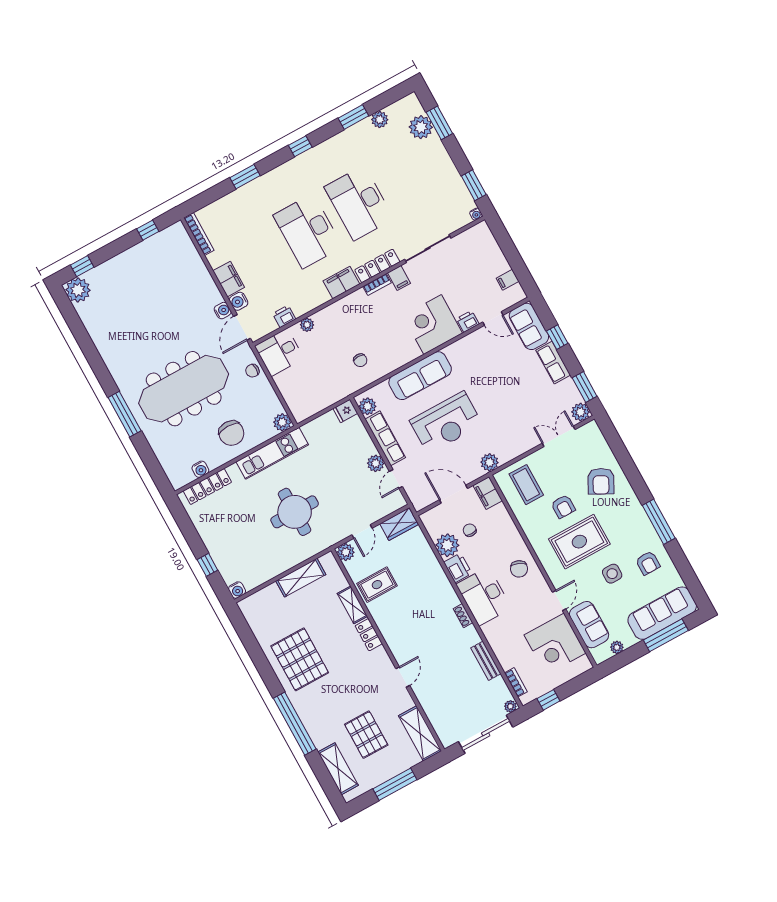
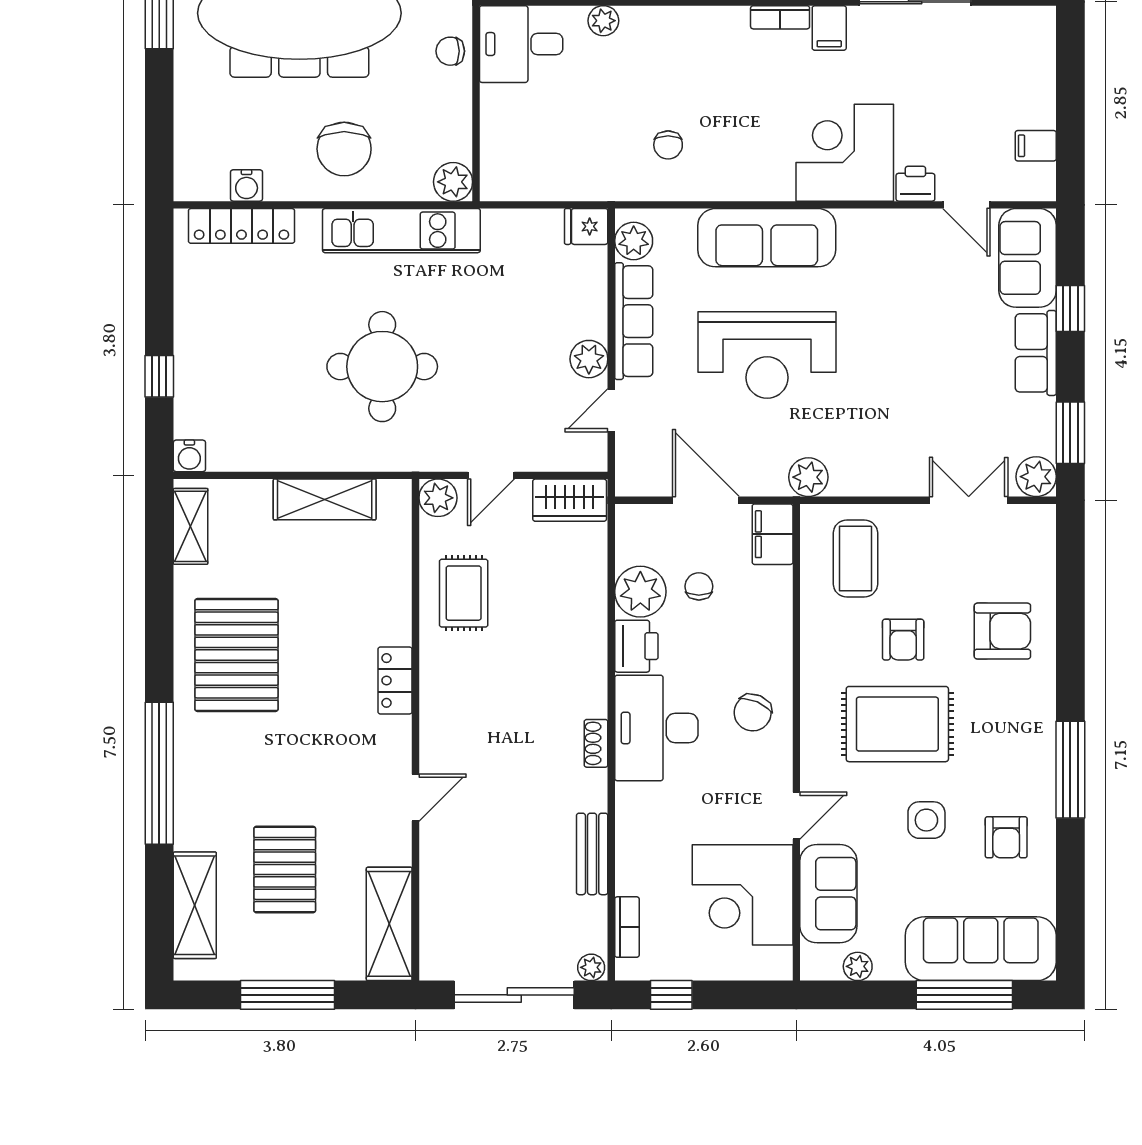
armchair: (601, 481) -> (1002, 631), turned -118
rug: (377, 585) -> (464, 593), turned 90
shelving: (352, 605) -> (191, 526), moved

